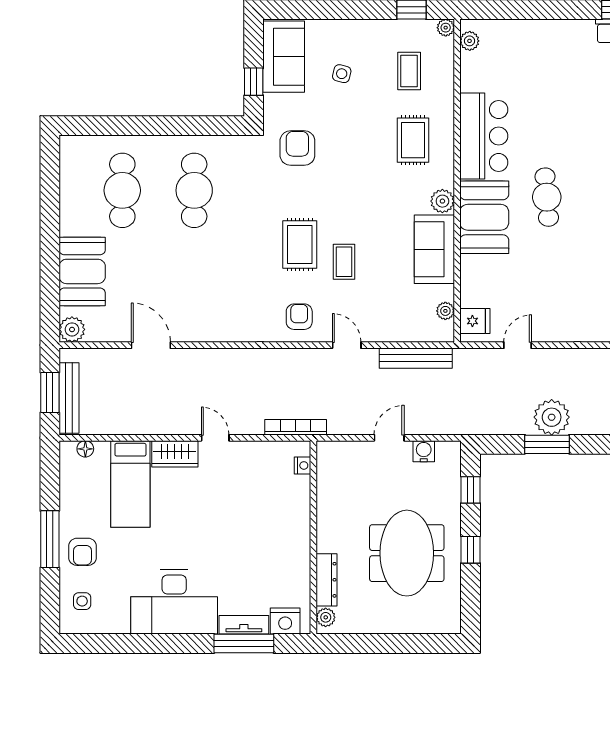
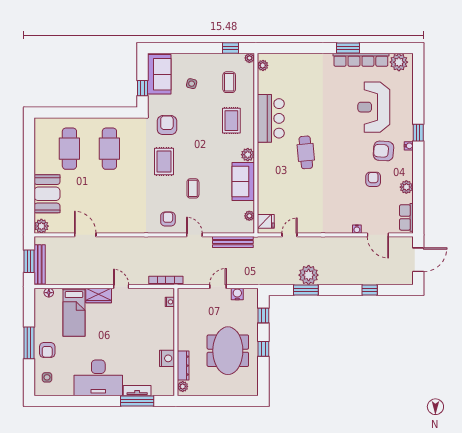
booth: (484, 217) -> (271, 164), removed
rug: (300, 244) -> (164, 162), moved
nightstand: (285, 621) -> (167, 358), moved, turned -90

